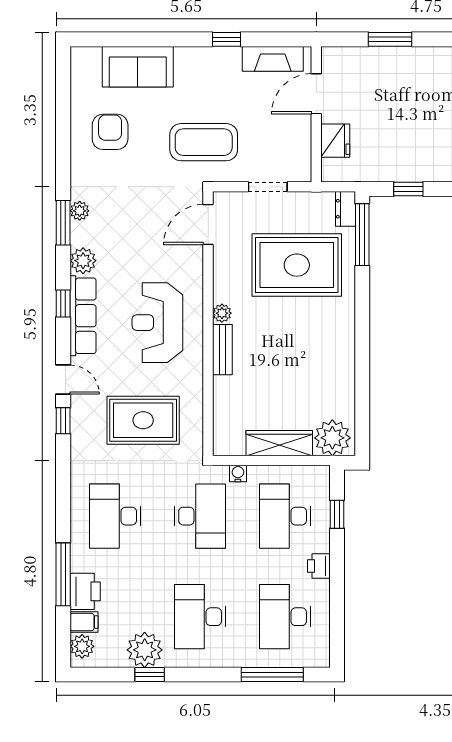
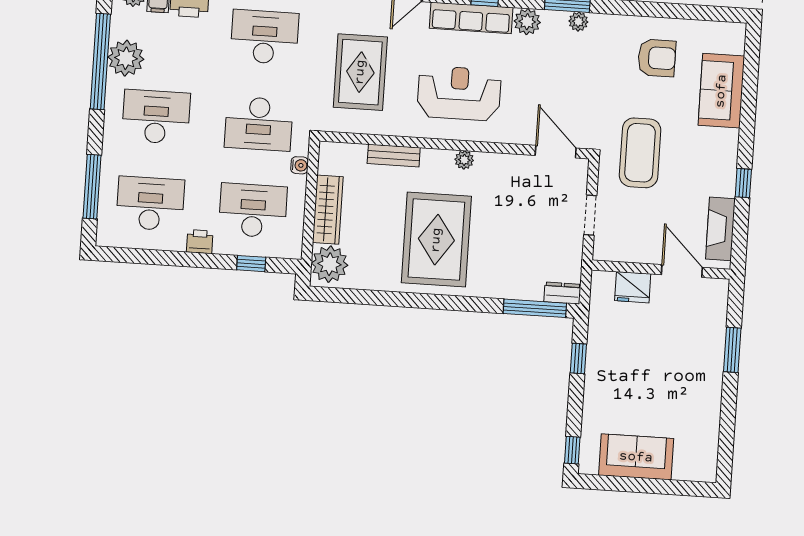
rug: (297, 265) -> (436, 240), moved
bench: (222, 350) -> (394, 156), moved
window: (150, 675) -> (100, 62), width x3.17

